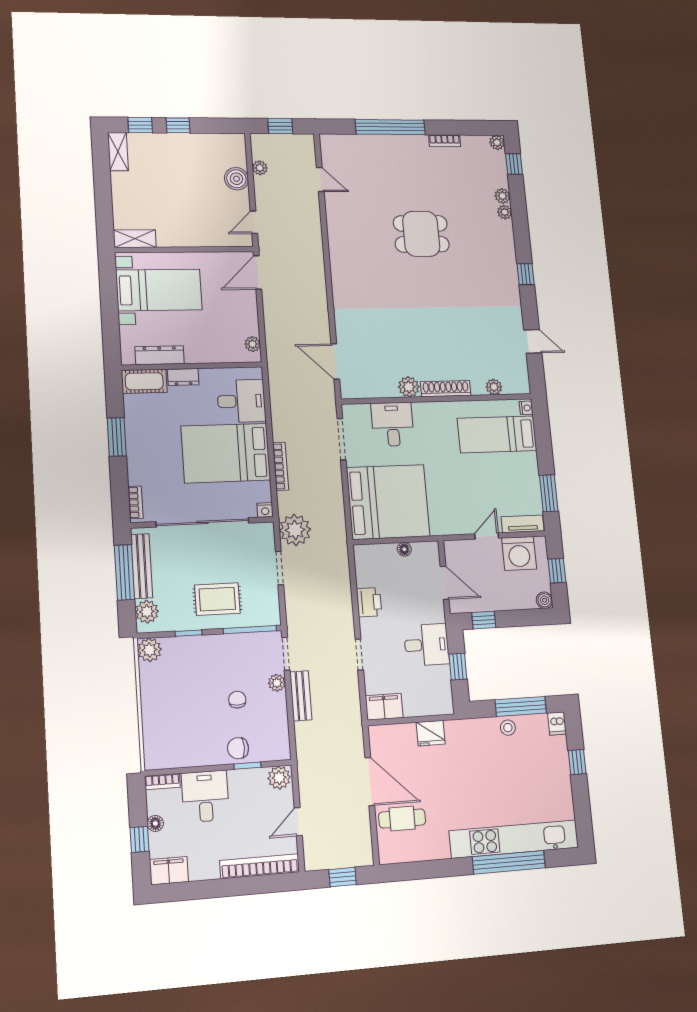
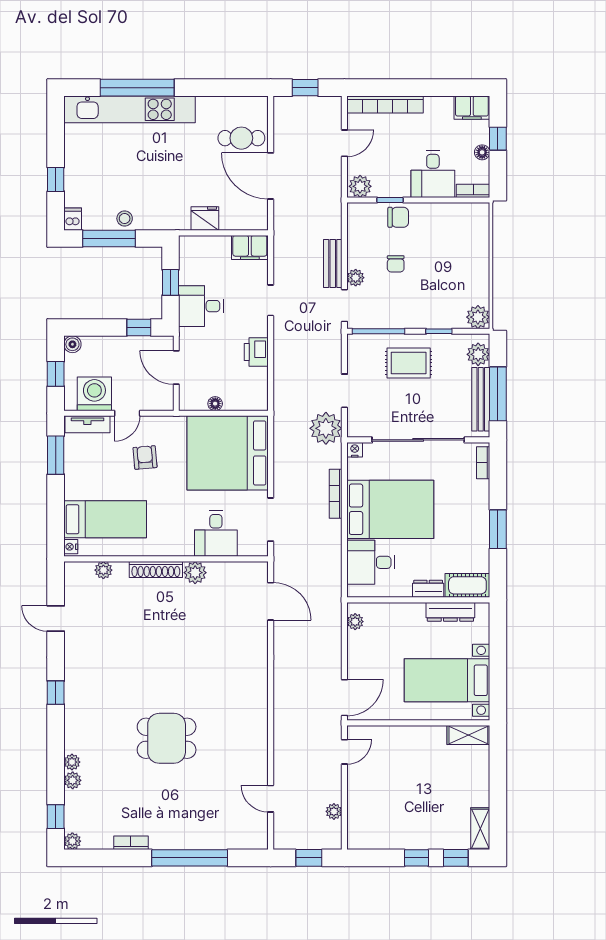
boiler: (236, 179) -> (359, 800), removed
armchair: (466, 494) -> (145, 458), added

